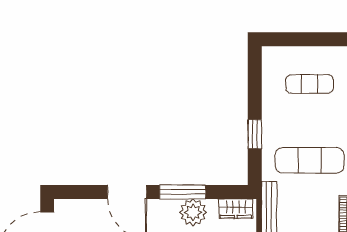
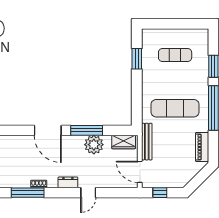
window: (255, 134) -> (137, 59), moved

